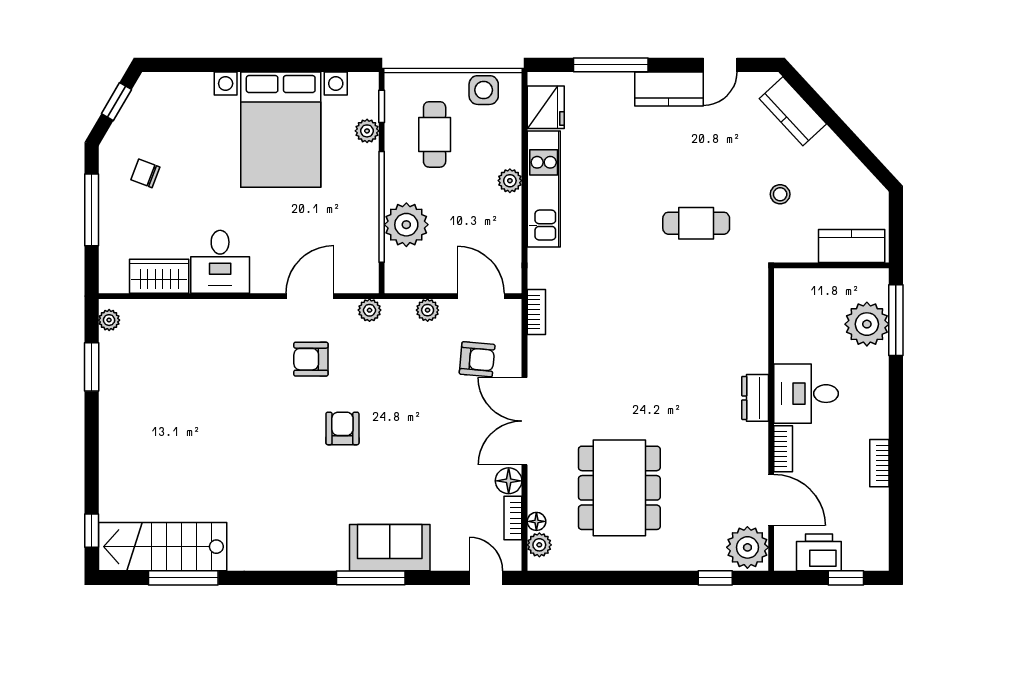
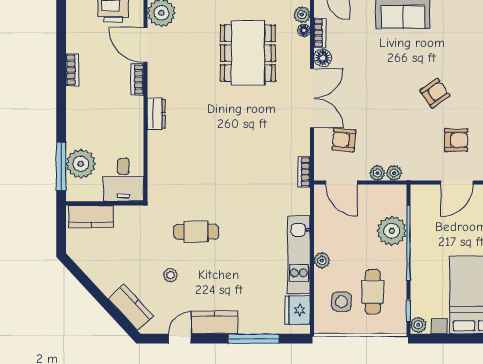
side table: (484, 90) -> (342, 302), moved
plant: (367, 131) -> (418, 325), moved
stool: (780, 194) -> (170, 275), moved
plant: (370, 310) -> (394, 173), moved
desk: (806, 394) -> (123, 180), moved, turned 90
armchair: (342, 428) -> (435, 93), turned -125

